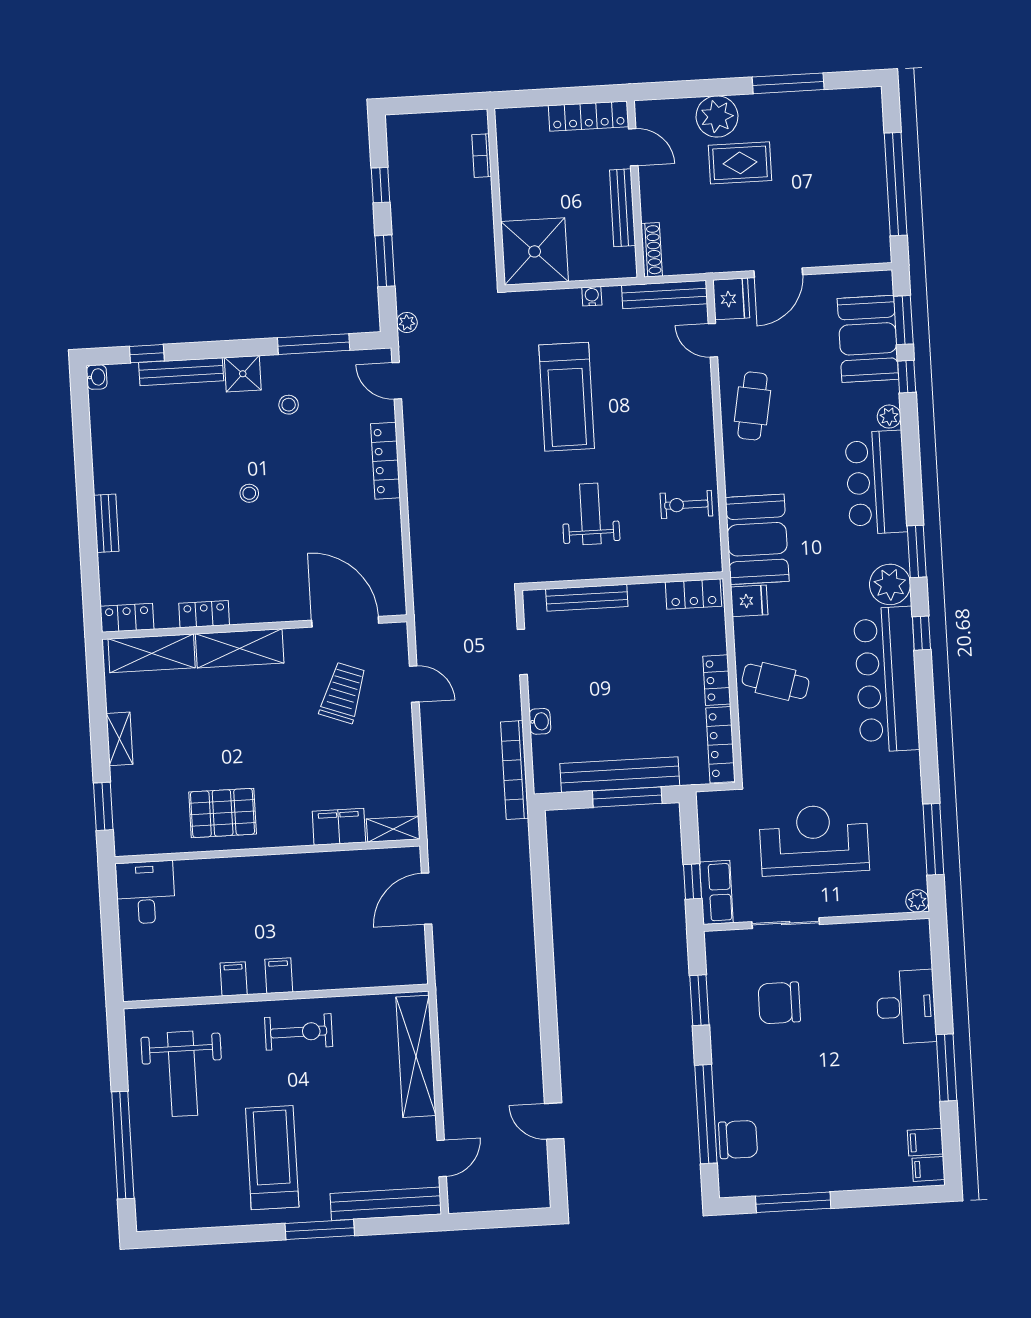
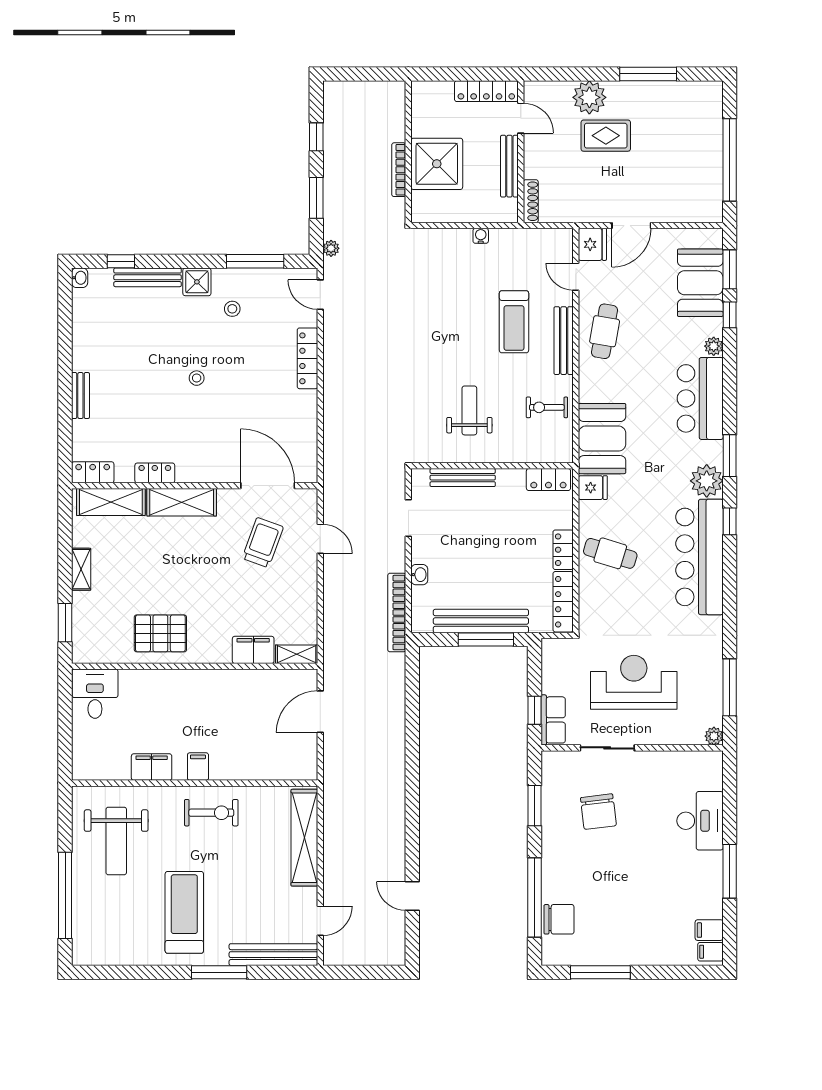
bookcase: (482, 156) -> (399, 170), moved, width x1.56
shower: (535, 251) -> (437, 164), moved
bench: (665, 295) -> (564, 341), moved, turned 90
treadmill: (567, 397) -> (514, 322), moved, width x0.73, depth x0.73
filing cabinet: (234, 979) -> (152, 767), width x2.00
chair: (779, 1003) -> (598, 812), turned -97

